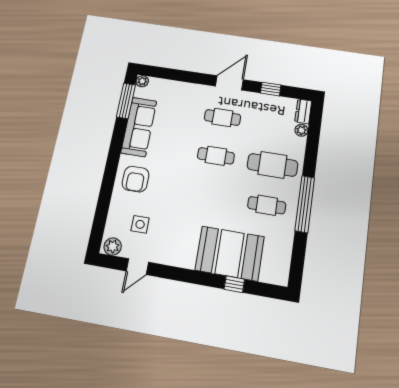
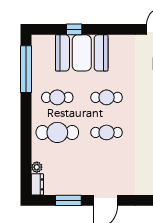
window: (271, 89) -> (68, 200), width x1.50
cafe table: (222, 117) -> (107, 97), moved
window: (305, 204) -> (26, 69), moved

